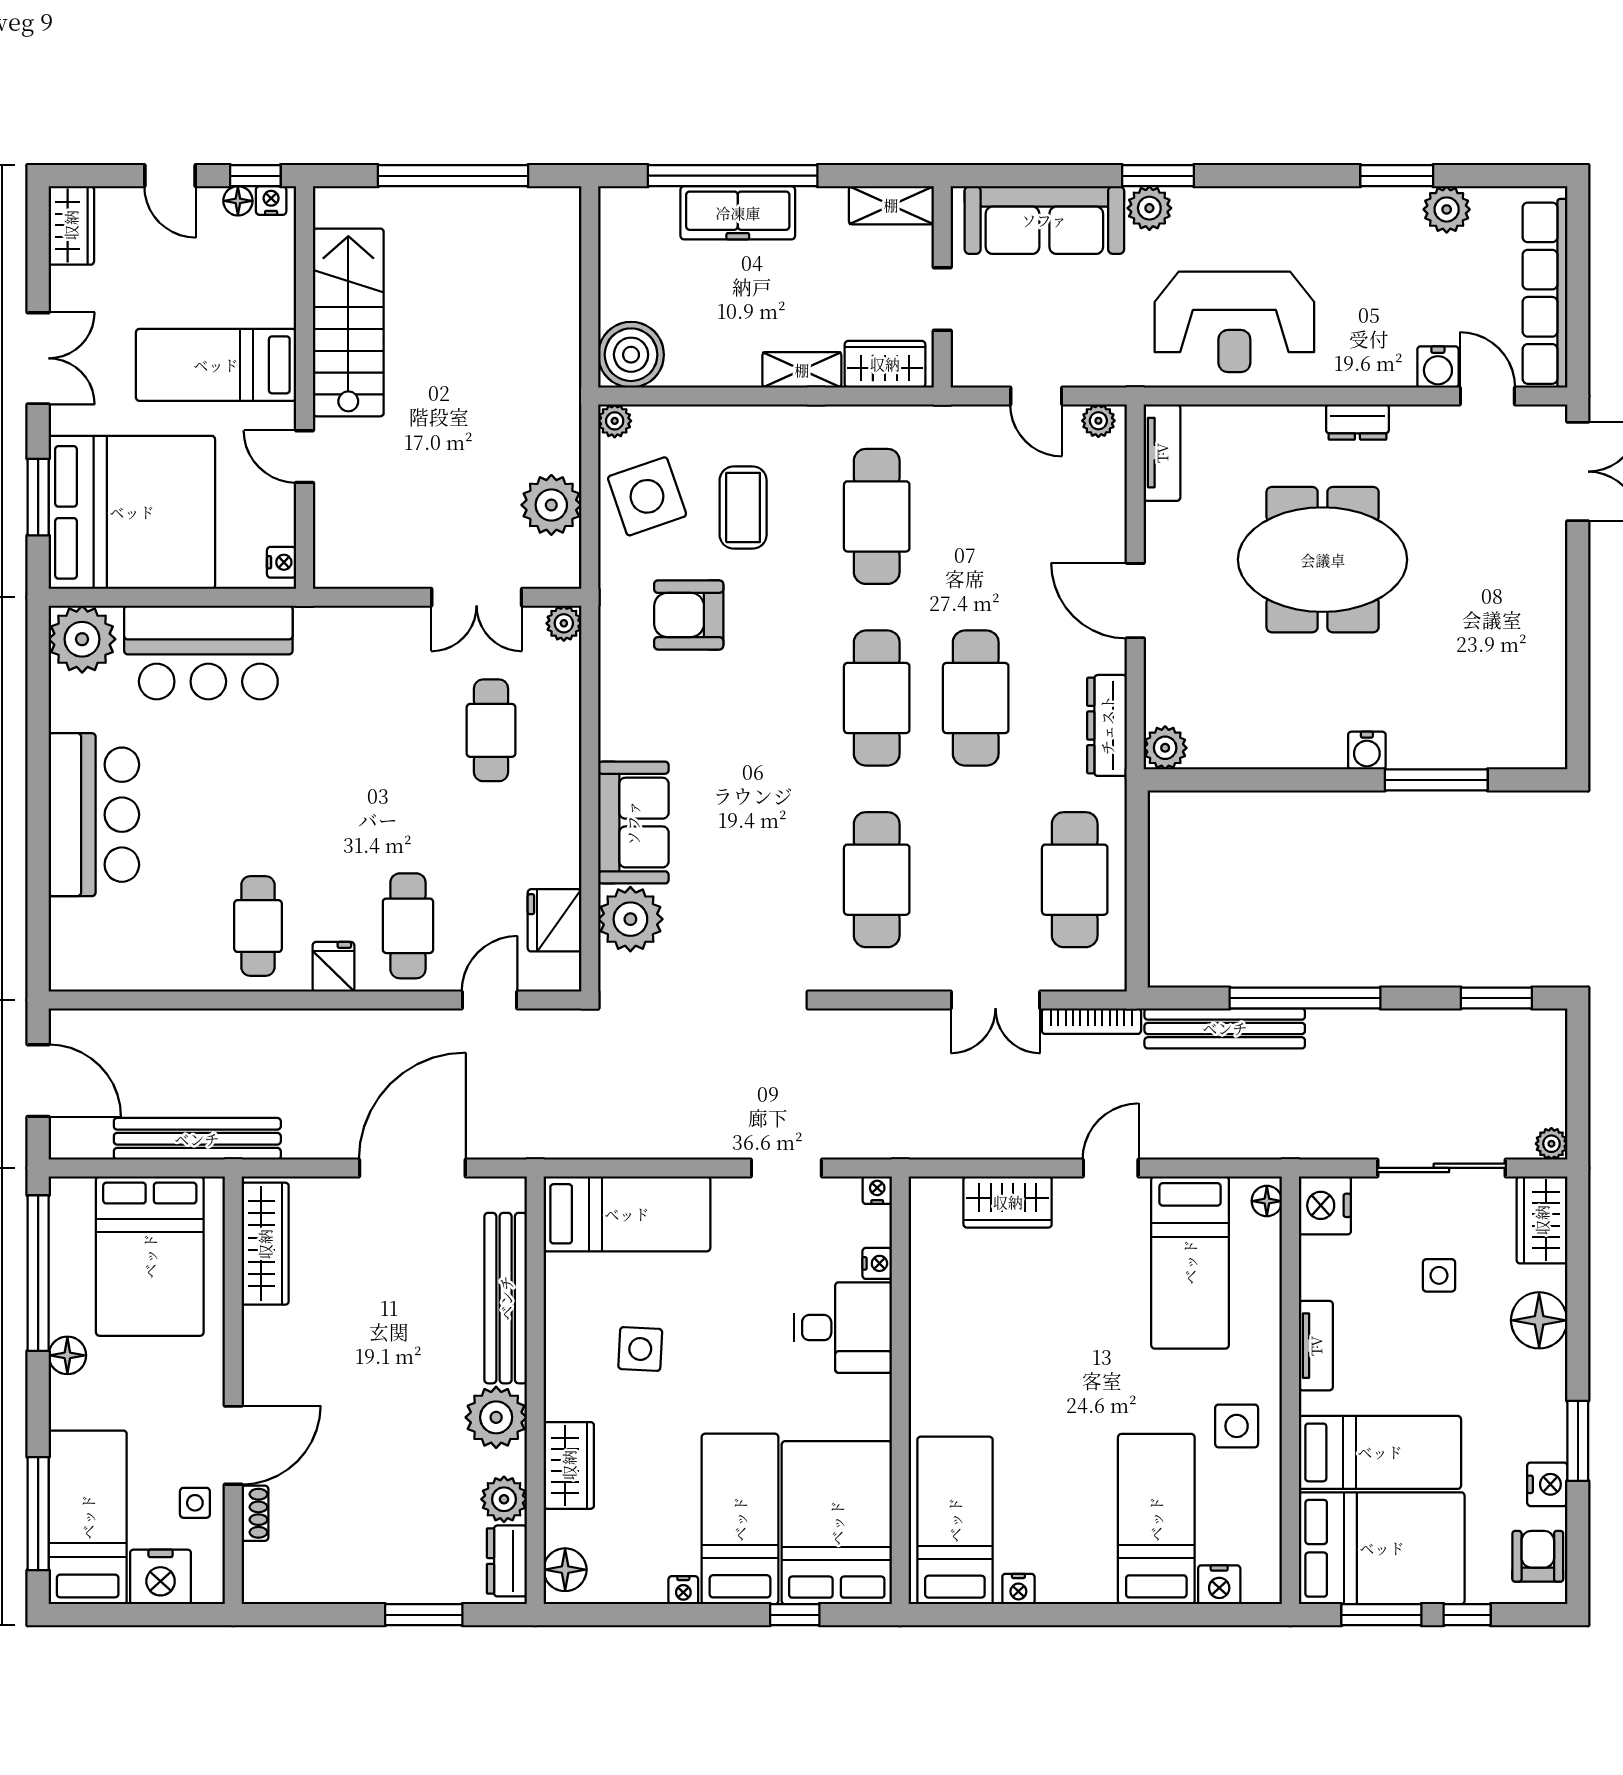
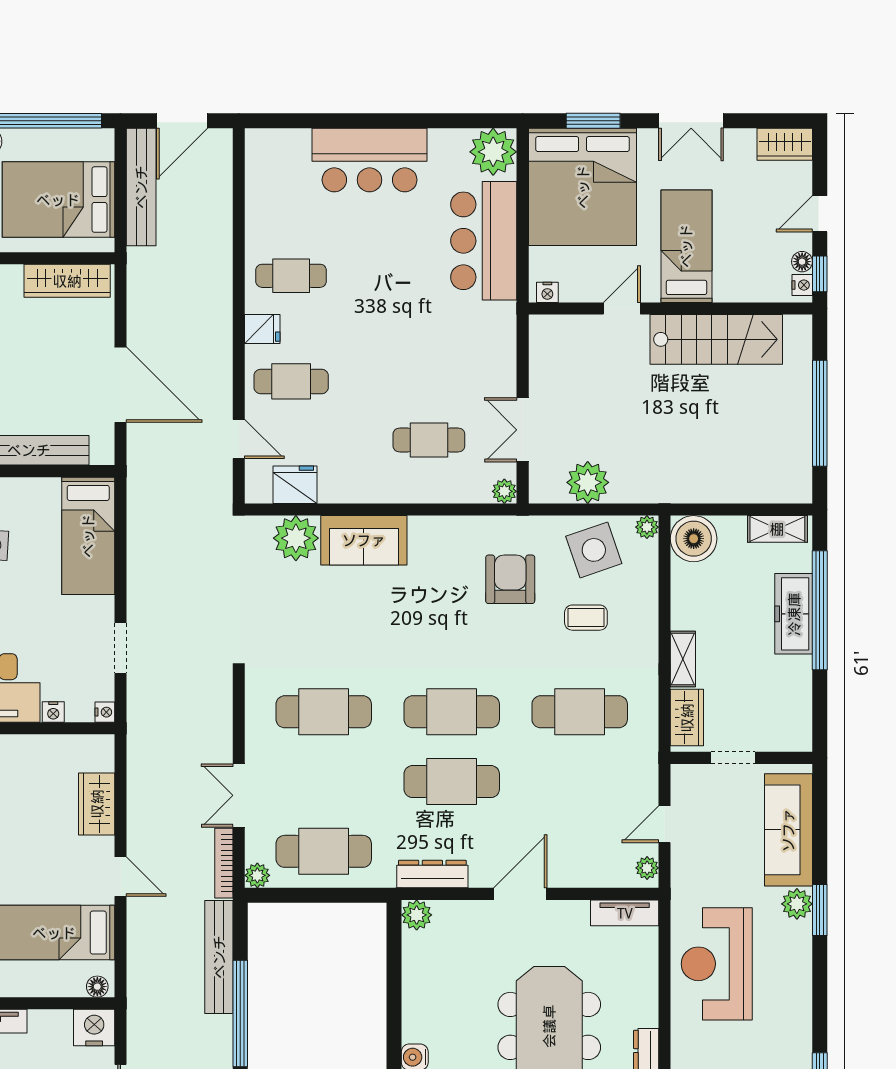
shelving: (891, 205) -> (777, 529), moved, turned 90
coffee table: (743, 508) -> (586, 618), width x0.73, depth x0.77
plant: (1109, 974) -> (257, 875), added
bench: (197, 1139) -> (141, 187), moved

